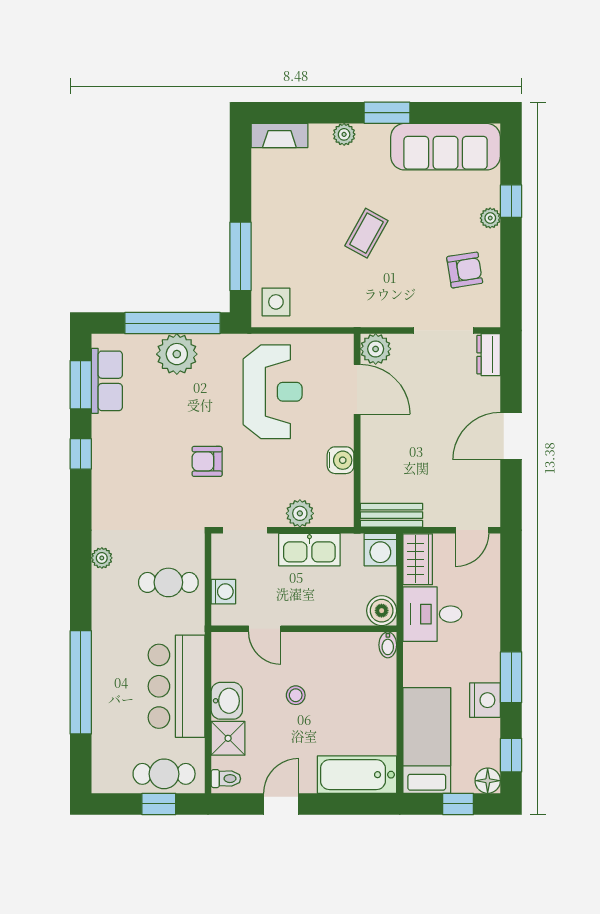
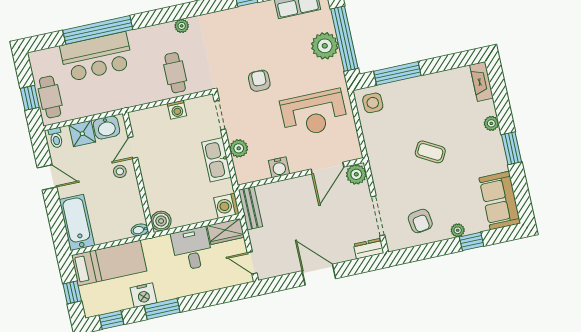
sofa: (446, 147) -> (500, 201), width x0.73
boiler: (382, 611) -> (161, 221), moved
door: (265, 629) -> (133, 148), moved
wall: (304, 629) -> (138, 173), moved
bidet: (388, 645) -> (140, 230), moved
bar counter: (176, 686) -> (96, 57), moved, turned 180
floor lamp: (488, 781) -> (92, 308), removed

